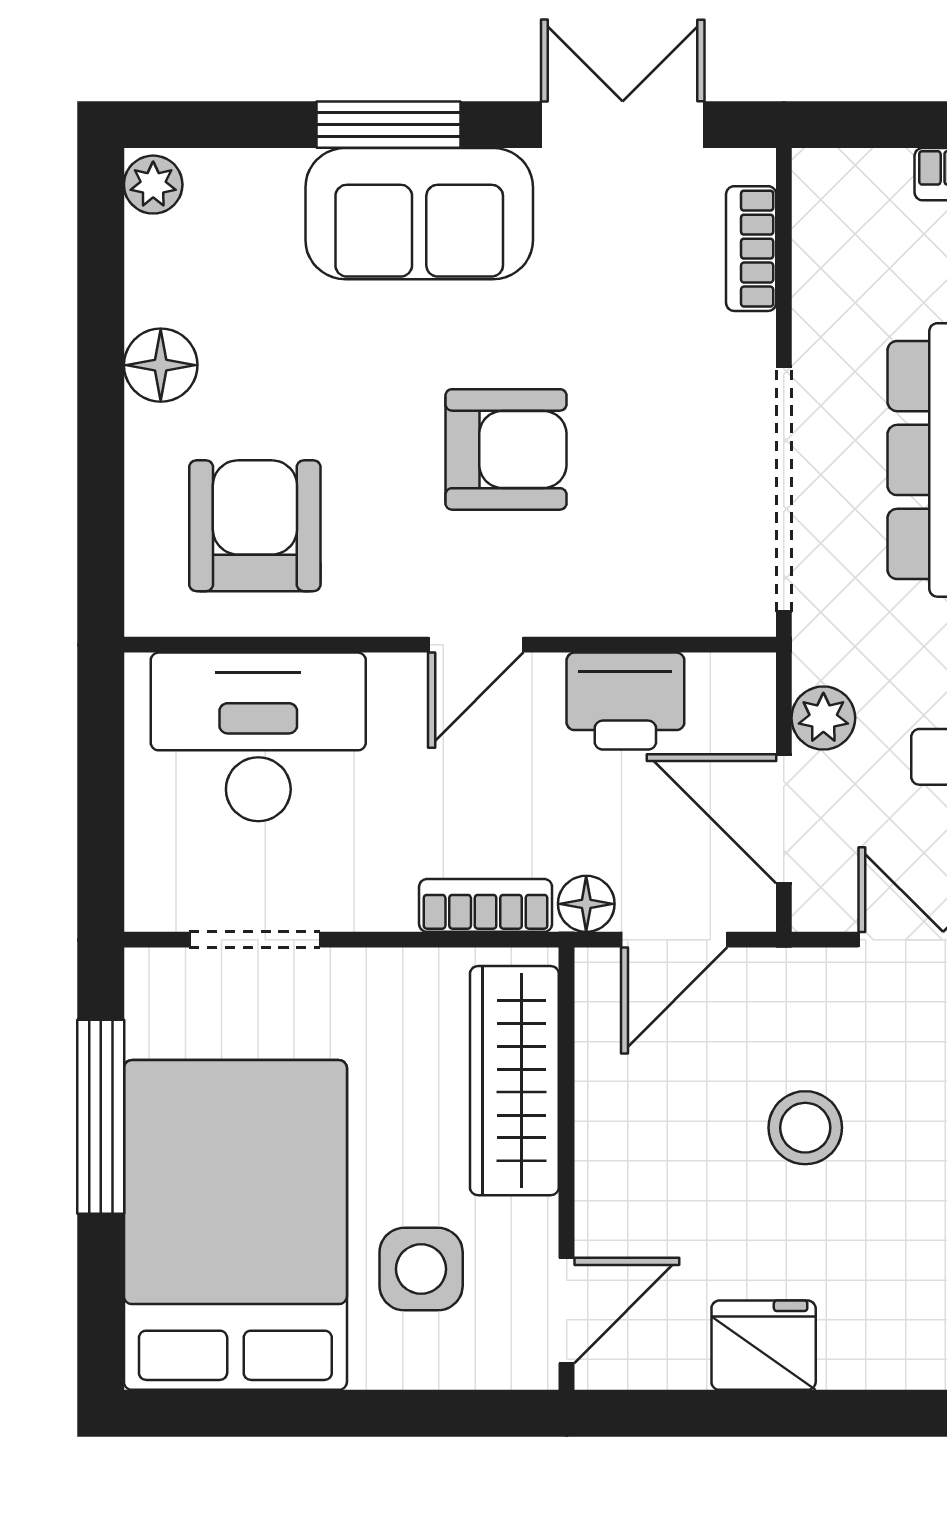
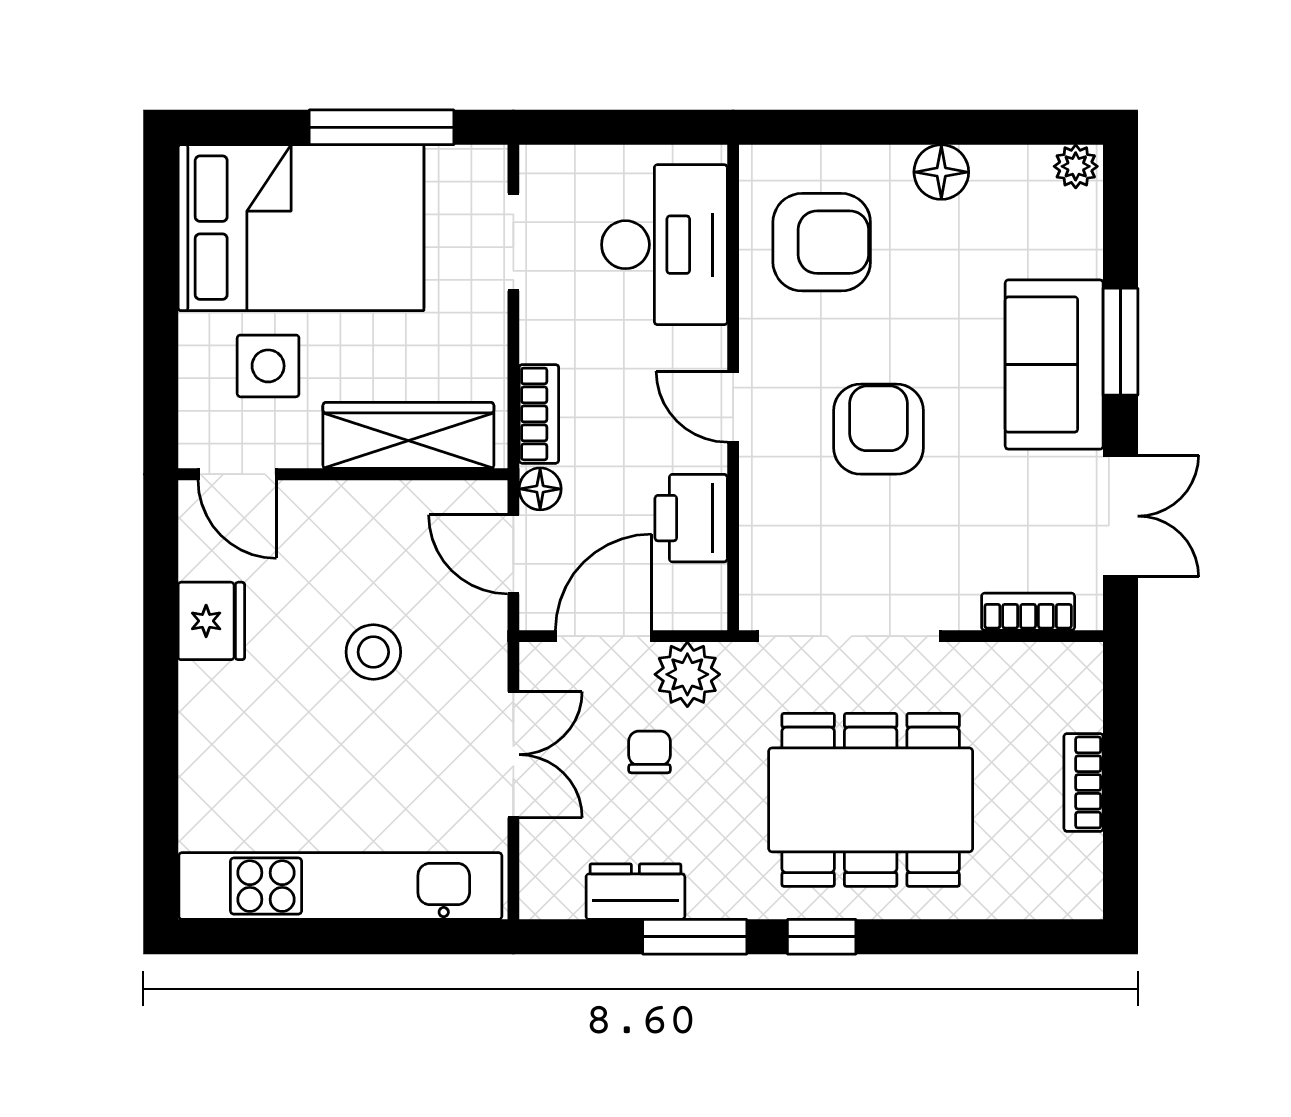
armchair: (506, 449) -> (879, 429), turned 180
plant: (823, 718) -> (687, 674), width x1.38, depth x1.38

